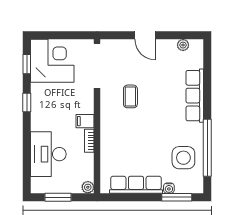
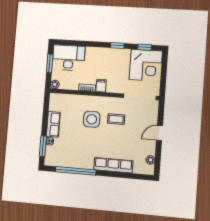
desk: (48, 154) -> (69, 58), moved
side table: (183, 158) -> (92, 119), moved
row of seats: (136, 185) -> (53, 124), width x0.68

